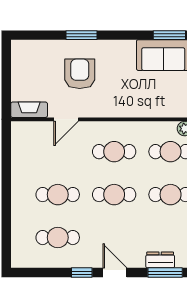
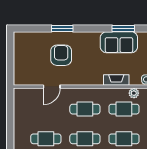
fireplace: (29, 110) -> (116, 80), moved

